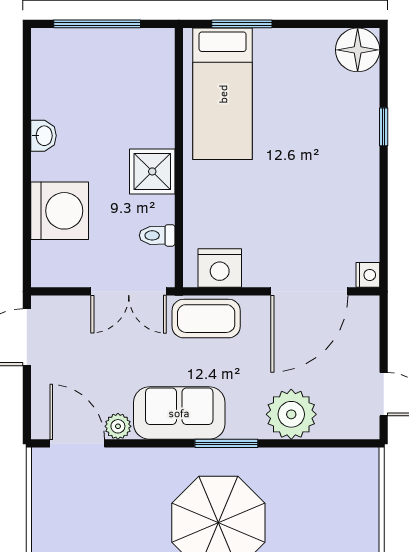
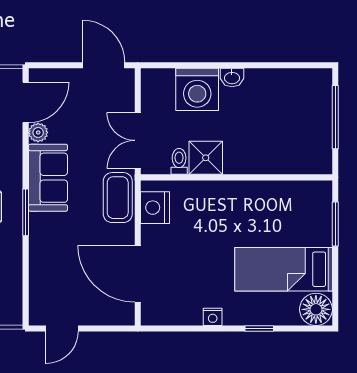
bed: (223, 94) -> (284, 269), moved
washbasin: (43, 136) -> (232, 78), moved
shower: (152, 171) -> (206, 158), moved
nightstand: (368, 275) -> (213, 317), moved
plant: (291, 414) -> (47, 260), removed

